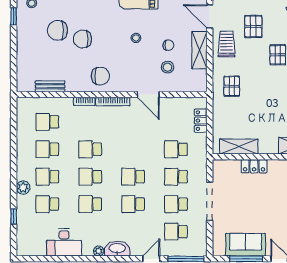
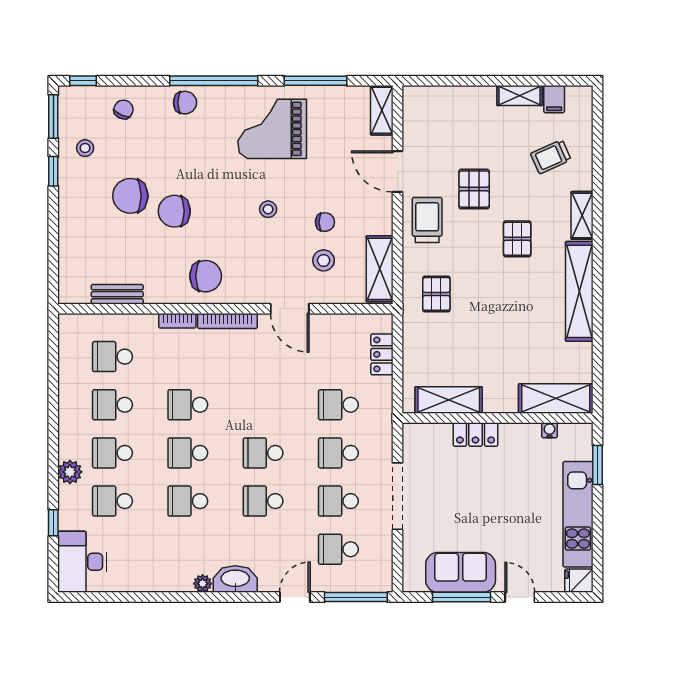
shelving: (199, 50) -> (380, 269), moved
desk: (64, 242) -> (82, 562), moved, turned 90

